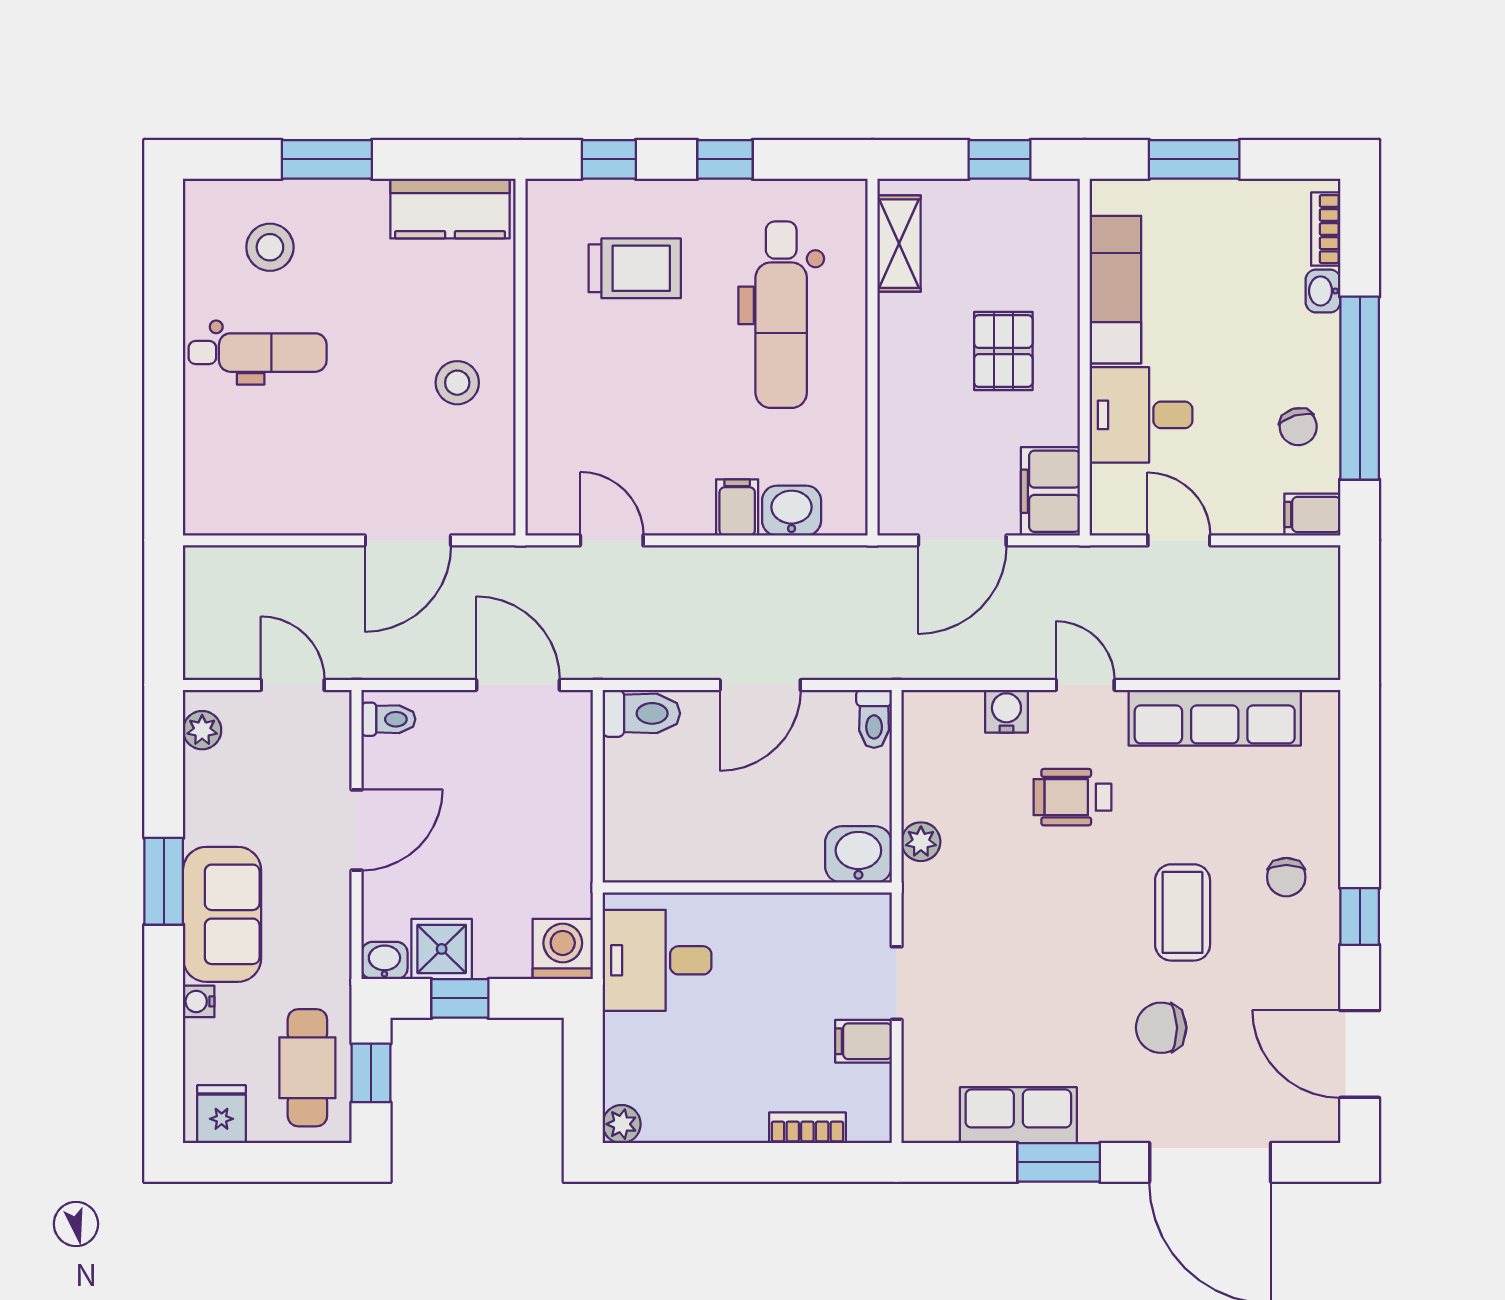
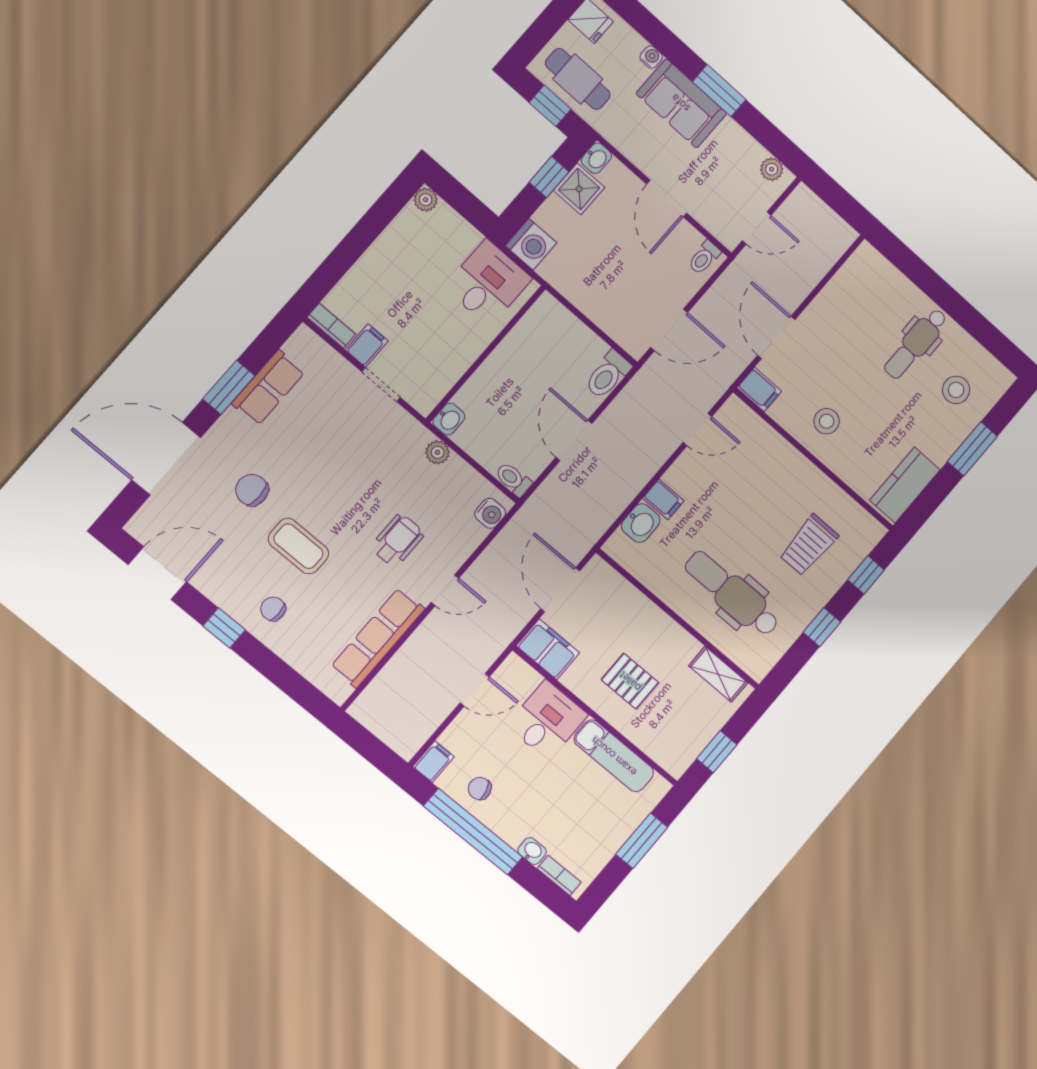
filing cabinet: (493, 505) -> (759, 390), added
water cooler: (1006, 711) -> (490, 513), moved
washbasin: (858, 854) -> (449, 419), width x0.72, depth x0.69
chair: (1161, 1028) -> (252, 490), turned -89
bookcase: (807, 1128) -> (331, 326), moved, turned -90

